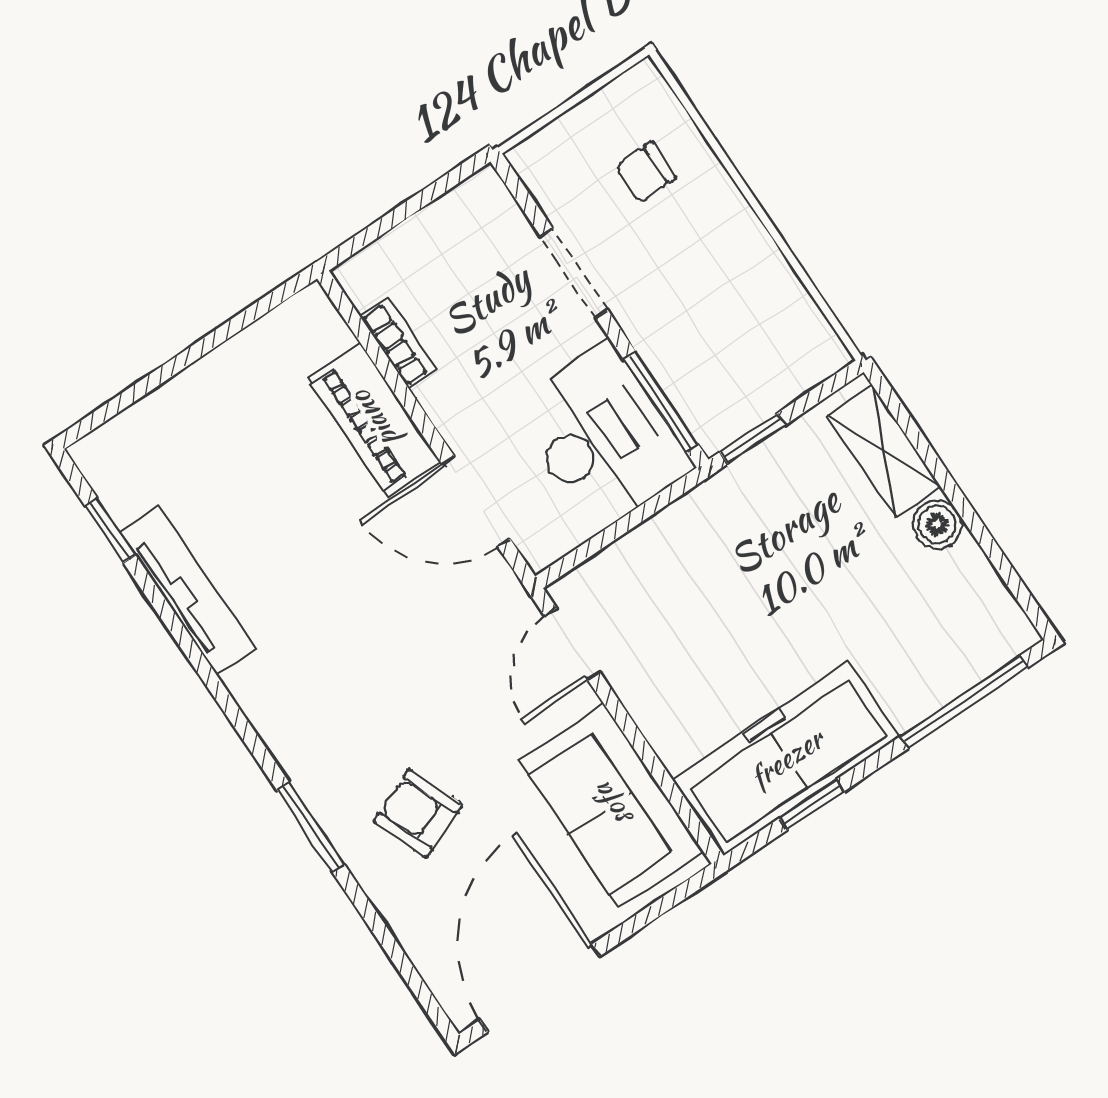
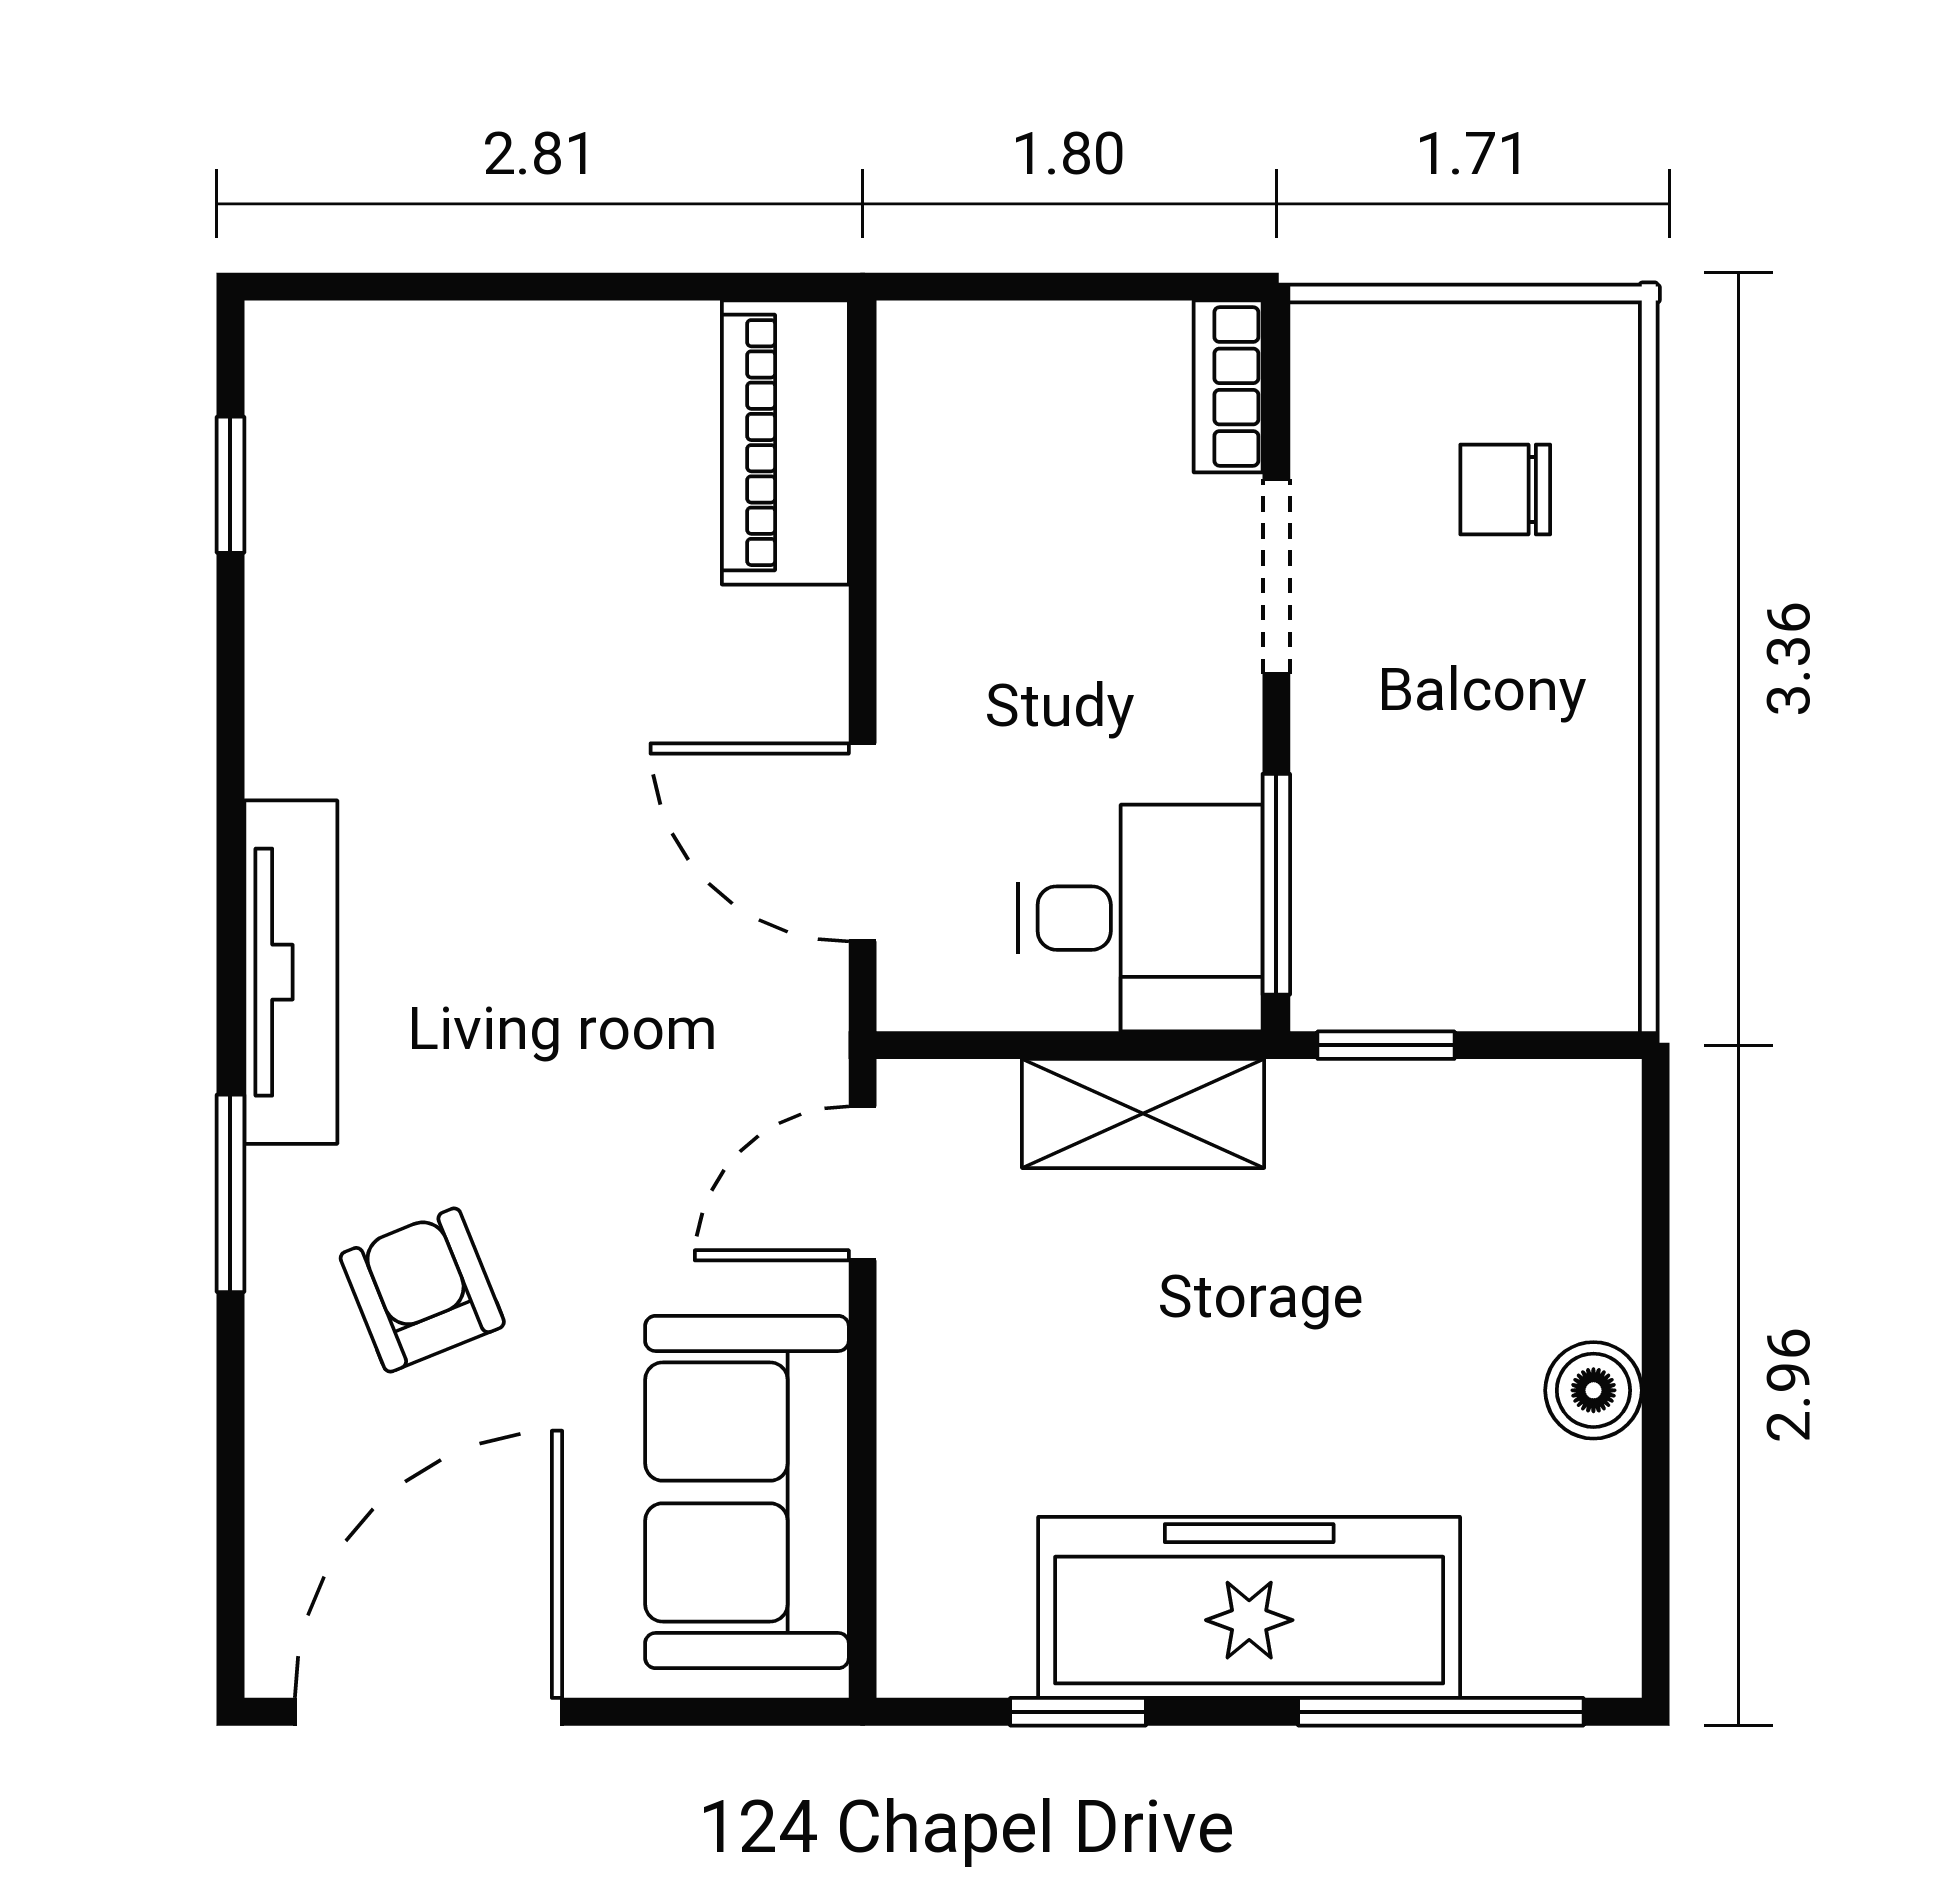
bookcase: (398, 342) -> (1228, 386), moved, turned 180
piano: (374, 420) -> (785, 443), moved
desk: (602, 437) -> (1140, 918), width x0.73
shelving: (884, 451) -> (1143, 1114), moved, turned 90
tv unit: (187, 590) -> (291, 972), moved
freezer: (786, 758) -> (1249, 1607), moved

